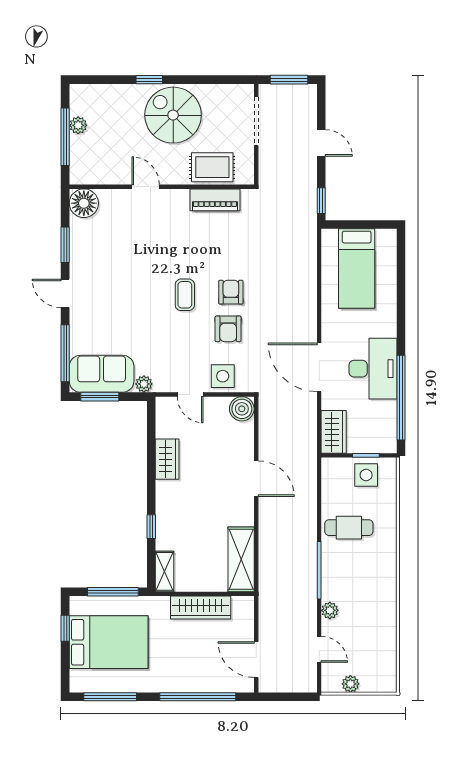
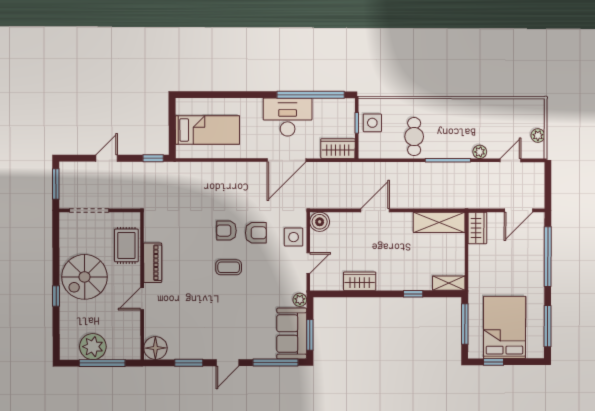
plant: (78, 125) -> (93, 347), width x1.88, depth x1.88
piano: (215, 200) -> (153, 263), moved
wardrobe: (201, 608) -> (477, 228), moved, width x0.67

